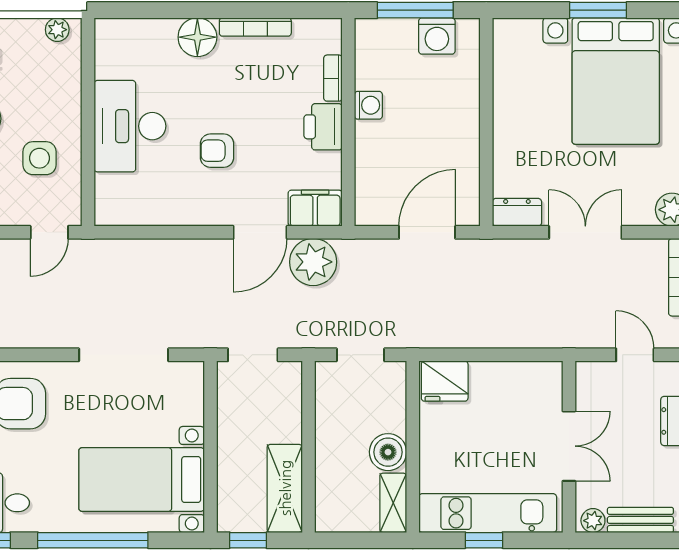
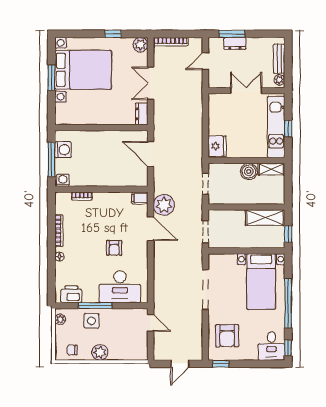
floor lamp: (197, 37) -> (59, 257), width x0.53, depth x0.53
washing machine: (368, 105) -> (63, 180), moved
window: (88, 108) -> (95, 306), added
desk: (130, 126) -> (120, 287), moved
printer: (323, 127) -> (71, 294), moved, turned 180
side table: (39, 158) -> (92, 321), moved
filing cabinet: (315, 208) -> (140, 198), width x0.50

